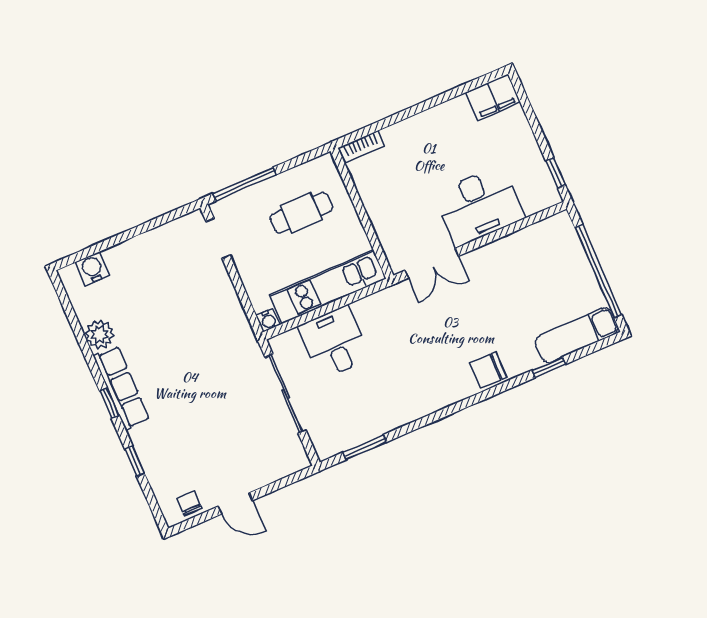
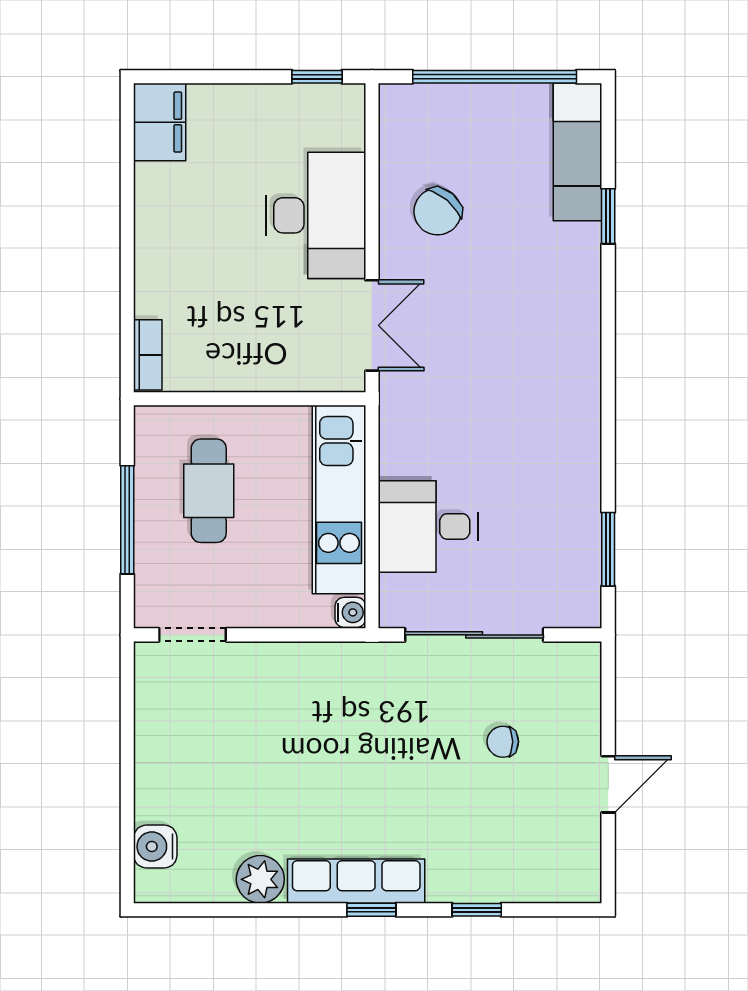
window: (244, 184) -> (127, 520), moved
chair: (488, 370) -> (438, 212), moved, turned 40
chair: (189, 504) -> (503, 742), moved

